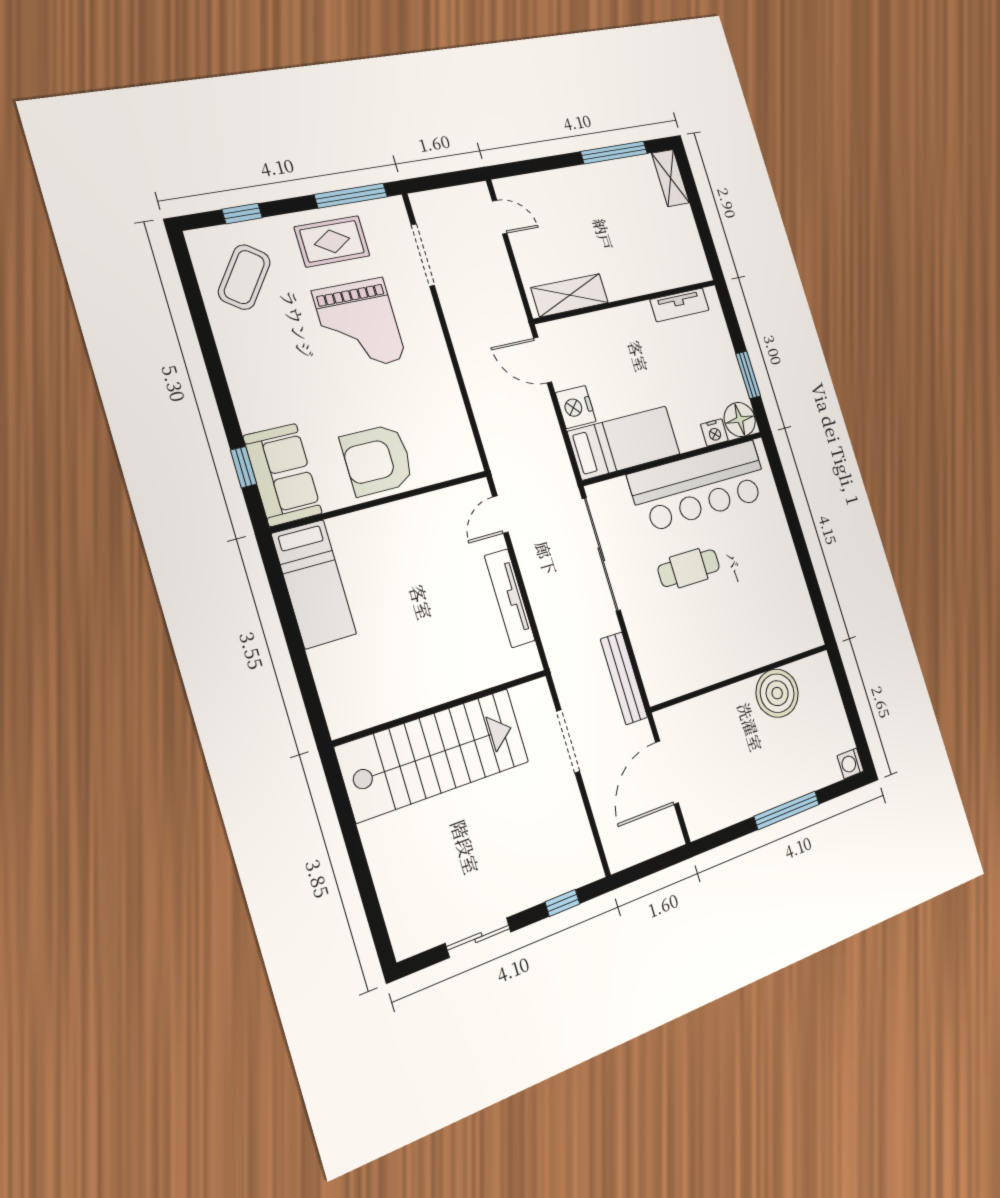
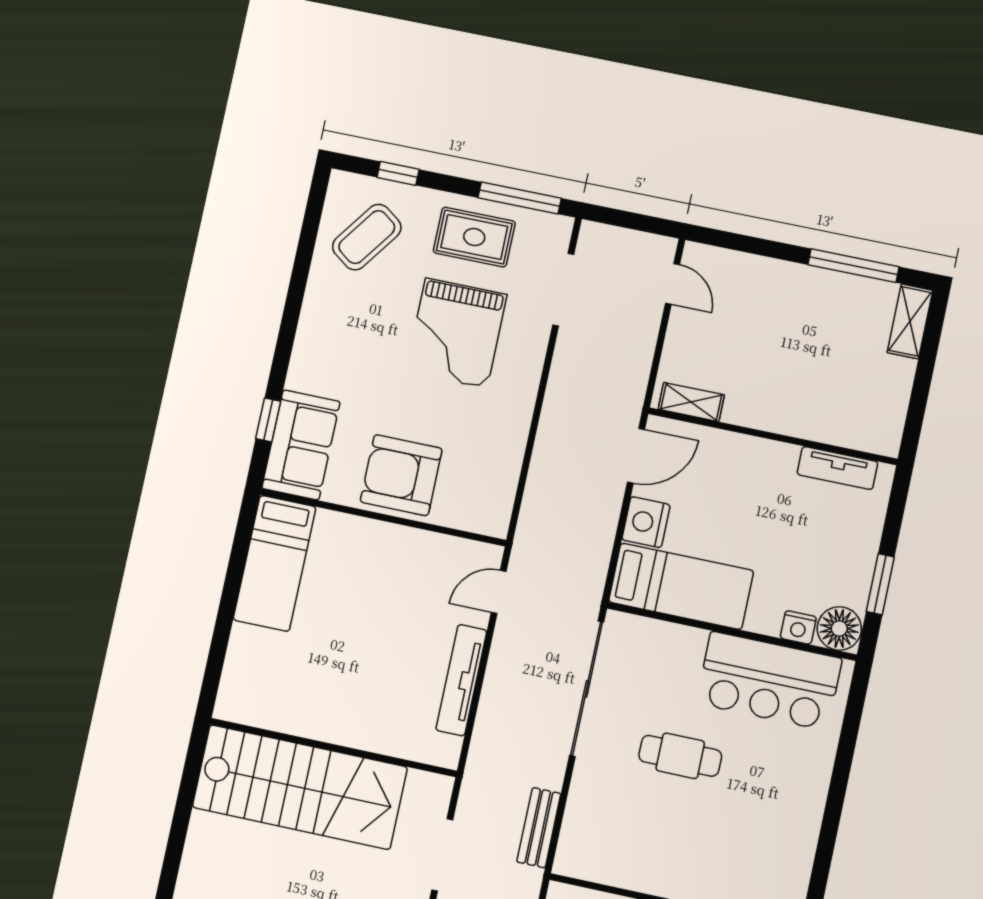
shelving: (570, 295) -> (691, 402), width x0.67, depth x0.75
door: (543, 360) -> (636, 456), swing flipped
bar counter: (699, 486) -> (769, 681), width x0.73
bench: (624, 678) -> (539, 828), width x0.73

